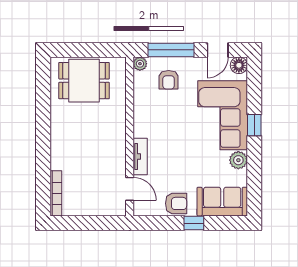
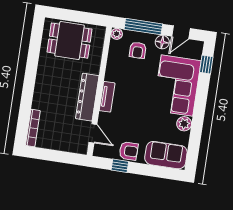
floor lamp: (239, 65) -> (162, 42), moved
window: (254, 125) -> (206, 65), moved
dresser: (116, 146) -> (87, 97), added
tv unit: (140, 156) -> (107, 97), moved
window: (194, 223) -> (120, 166), moved

